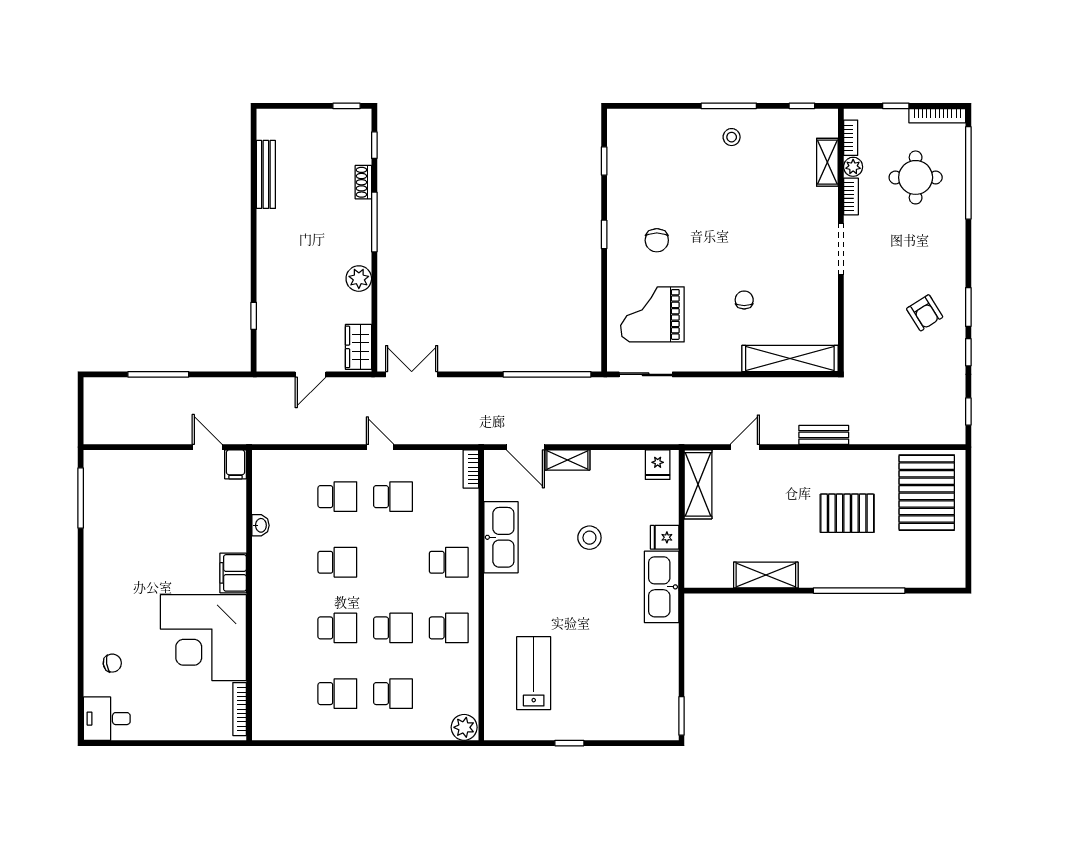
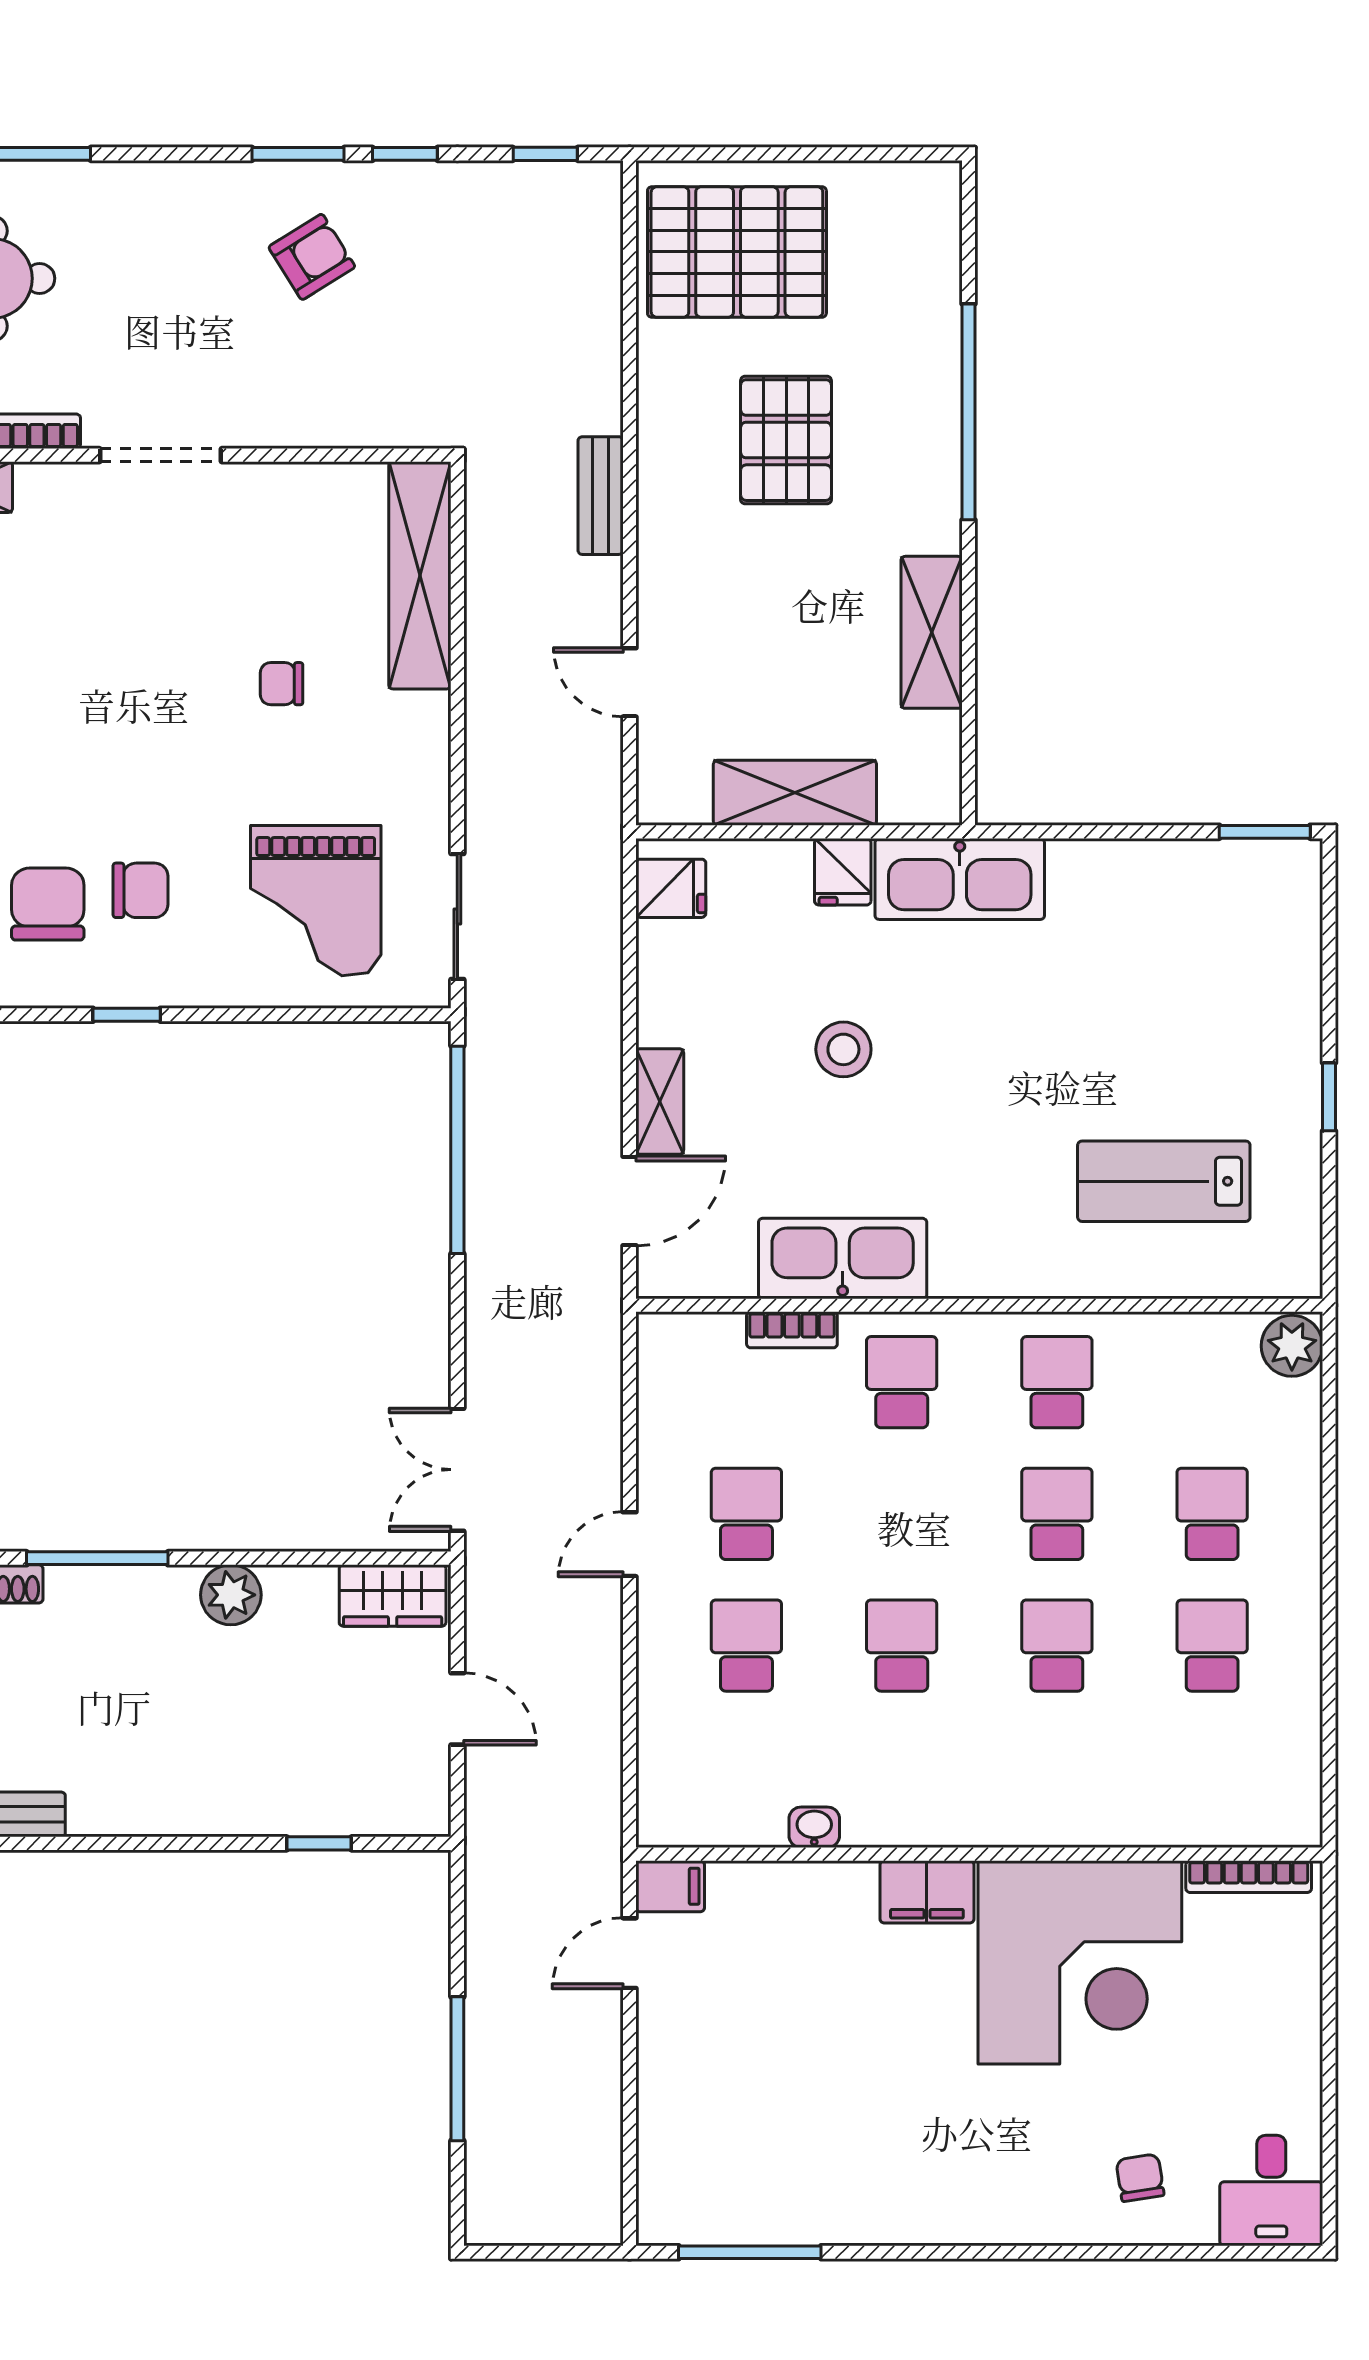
chair: (651, 201) -> (48, 904), added
bookcase: (471, 469) -> (792, 1330), moved
shelving: (698, 484) -> (795, 793), moved

